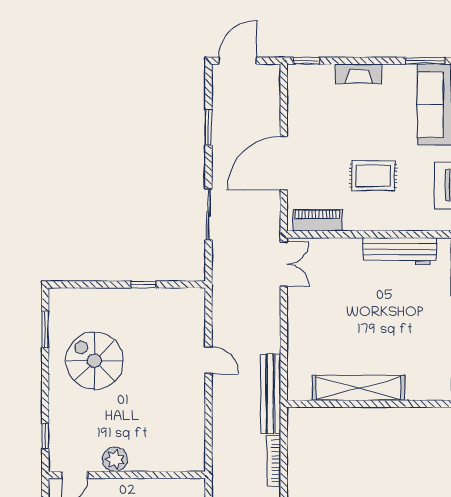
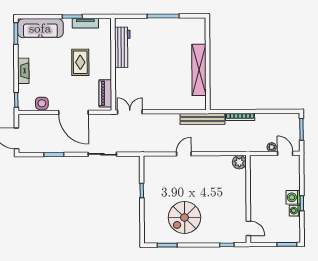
side table: (300, 107) -> (42, 103), added
plant: (115, 459) -> (239, 162), moved

